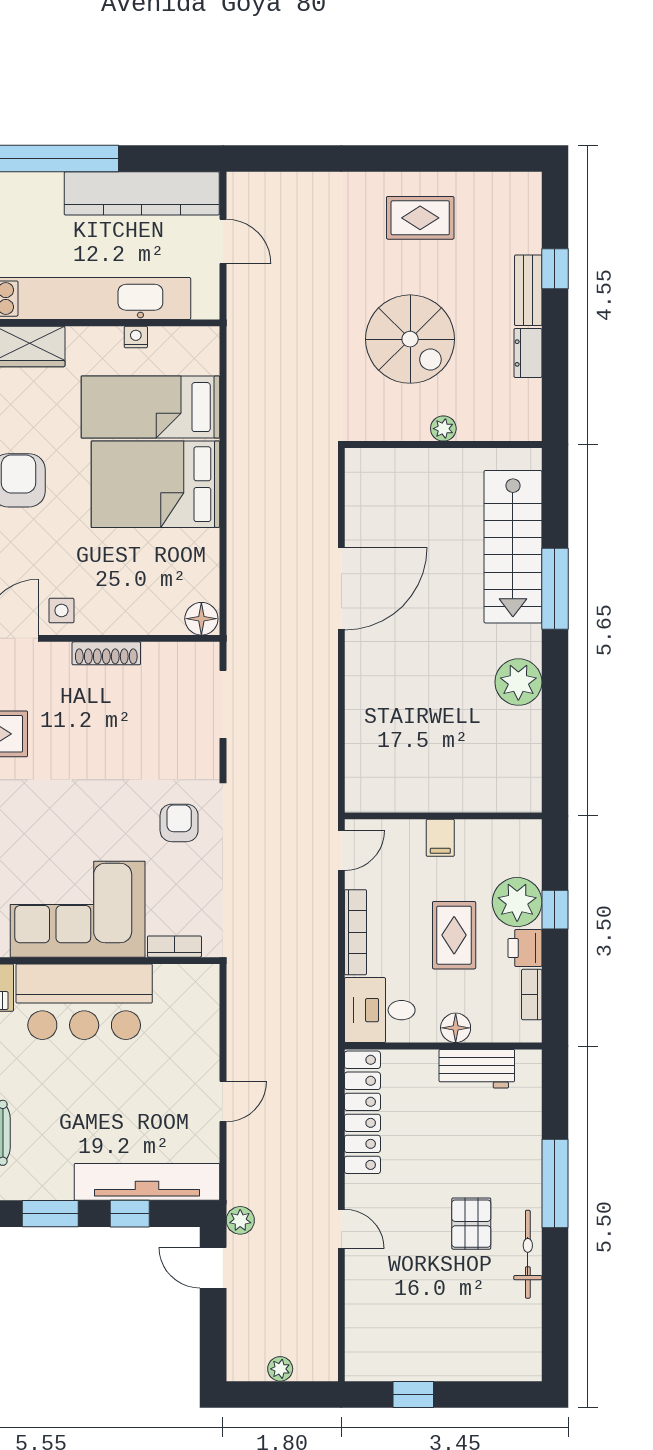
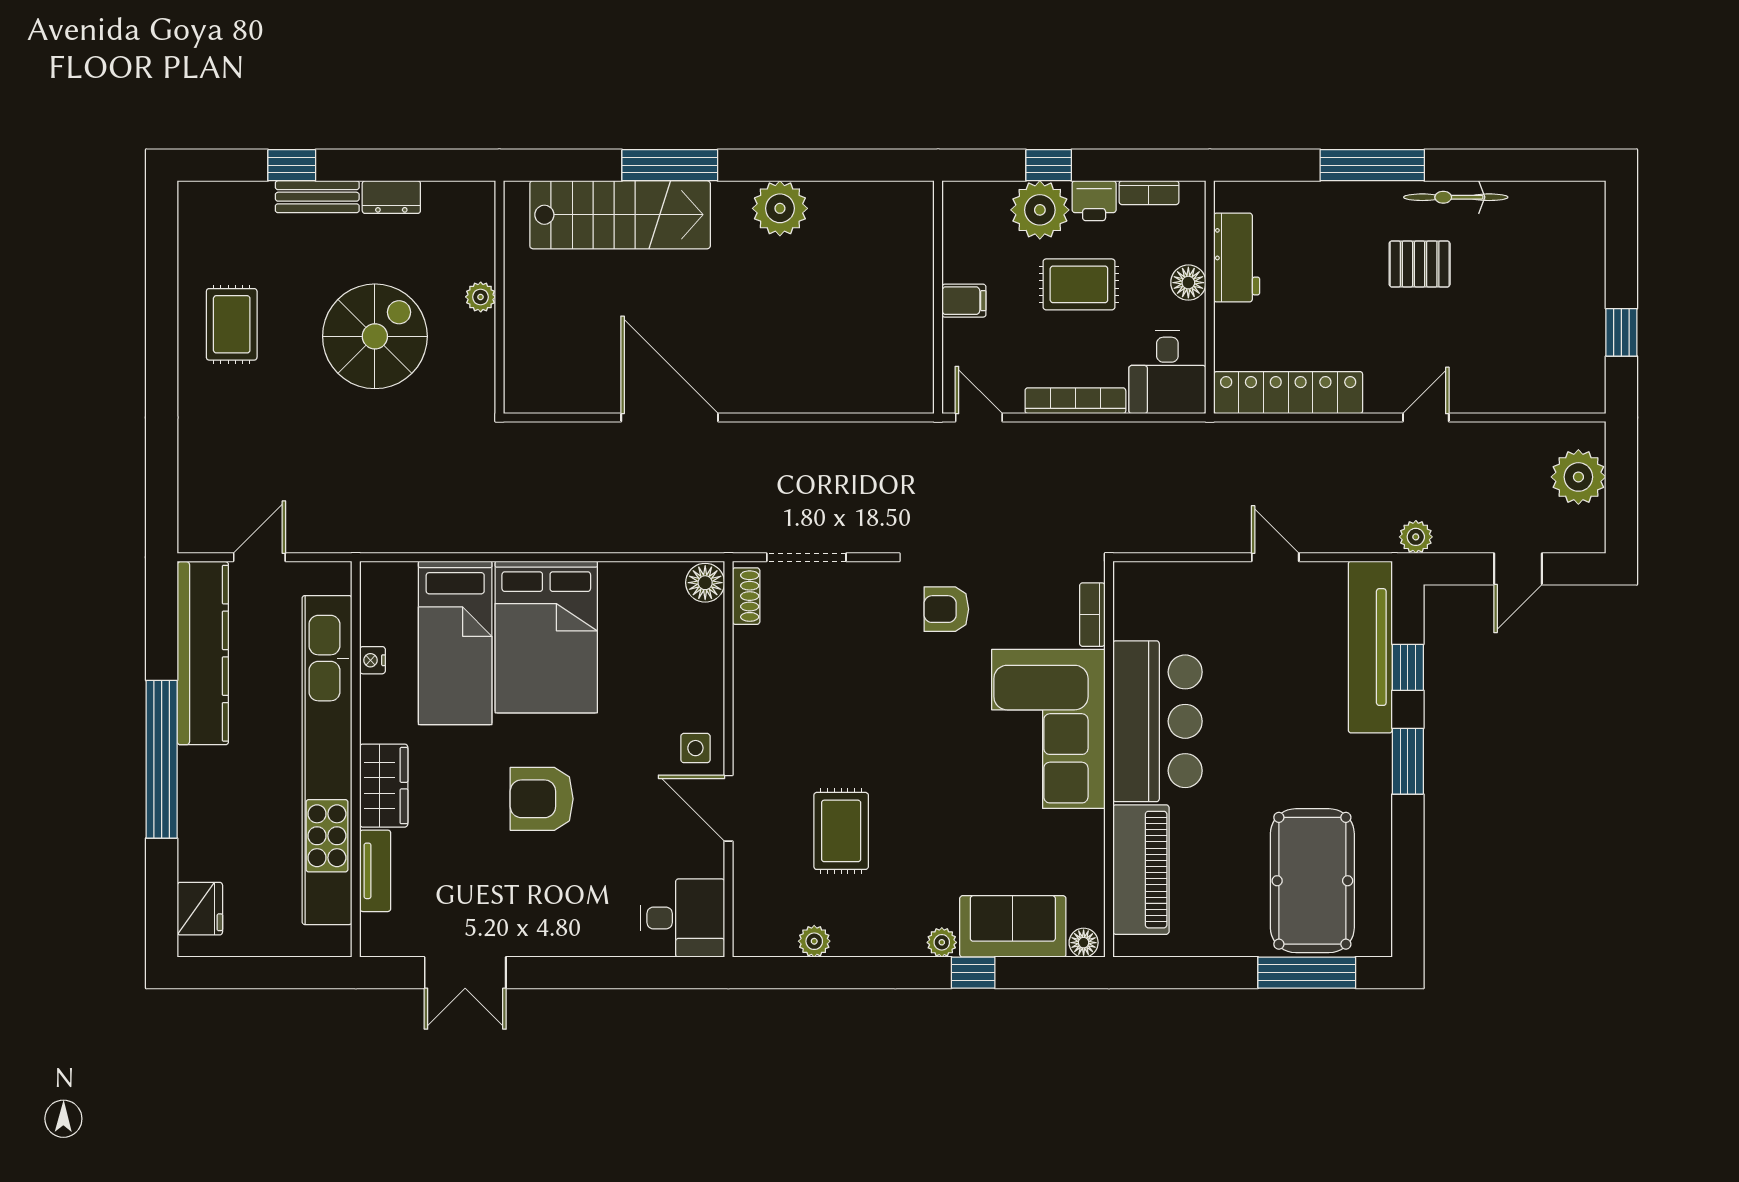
shoe rack: (106, 653) -> (746, 596), moved, width x0.70
door: (213, 1268) -> (1518, 569), moved
plant: (280, 1369) -> (1578, 477), width x1.87, depth x1.87

